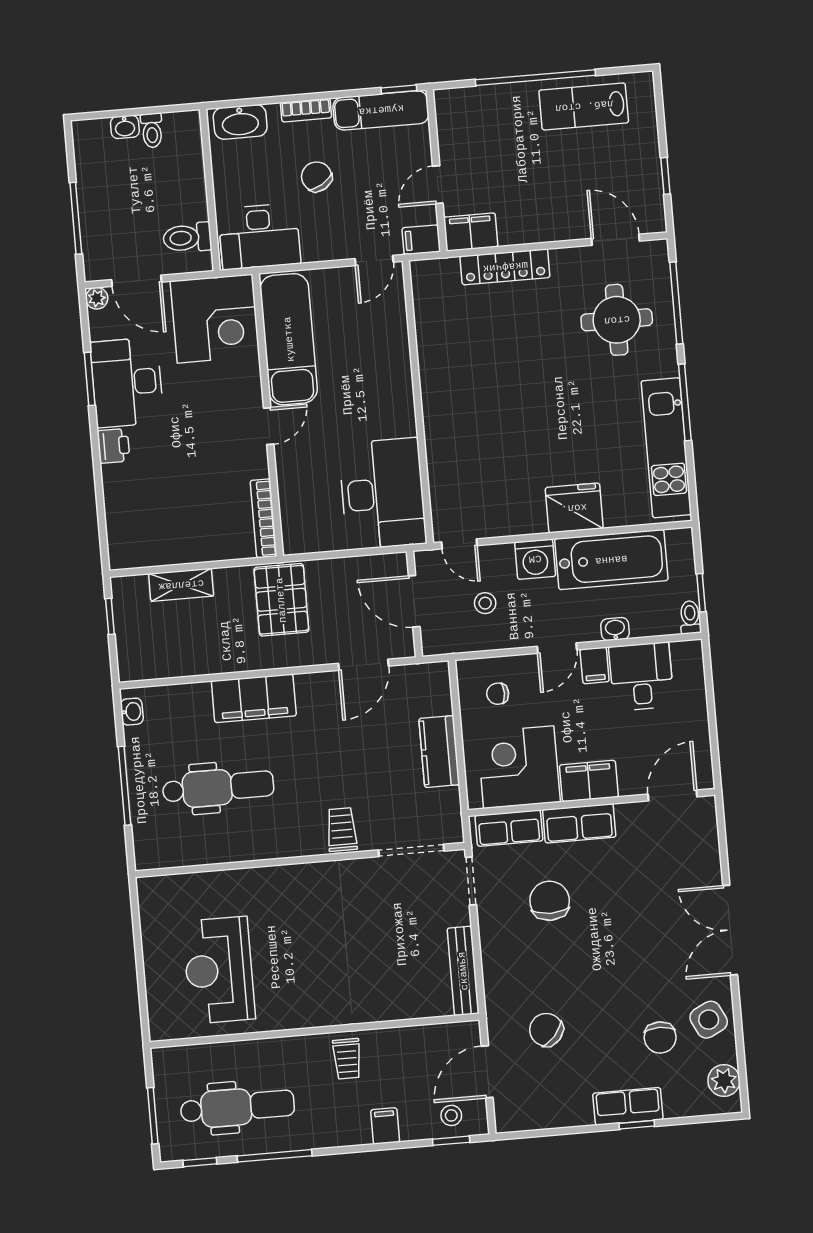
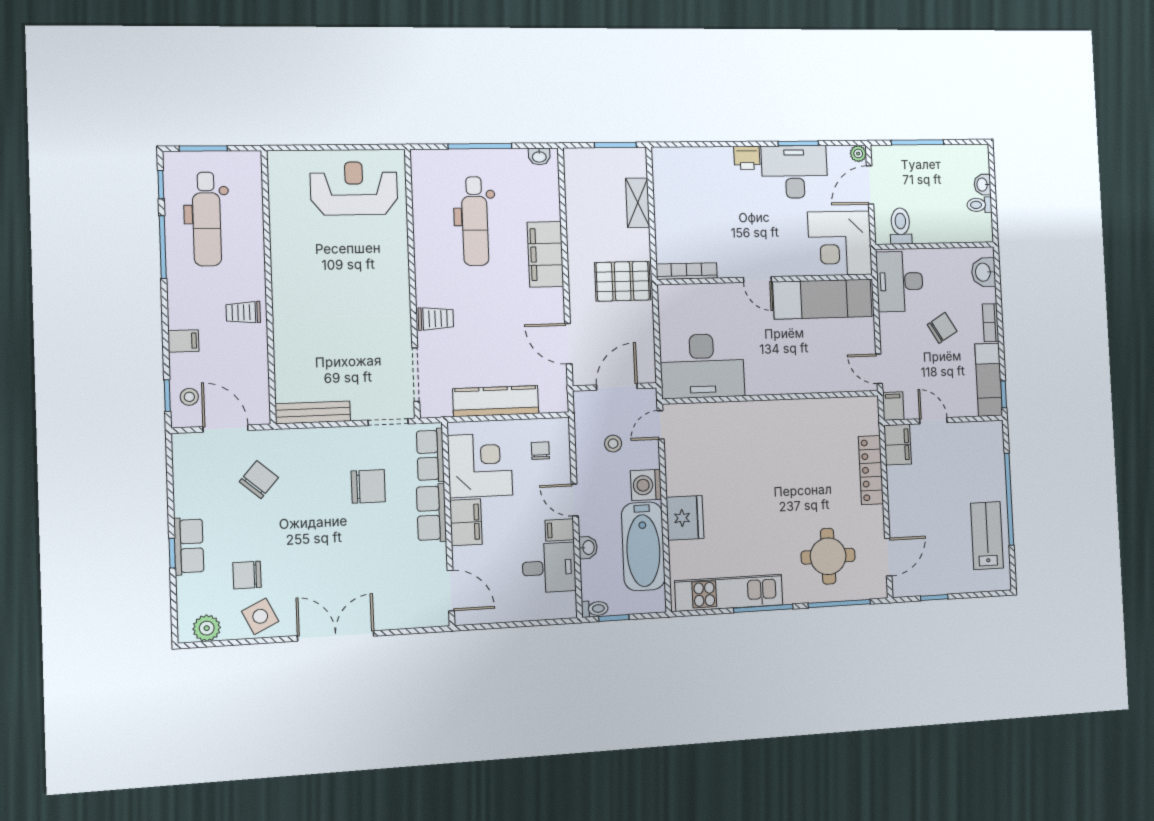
washbasin: (240, 122) -> (984, 272), width x0.72
window: (110, 616) -> (615, 145), width x1.50
kitchen counter: (439, 752) -> (496, 401), width x1.50
reception desk: (219, 970) -> (354, 188), moved

